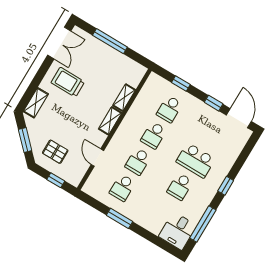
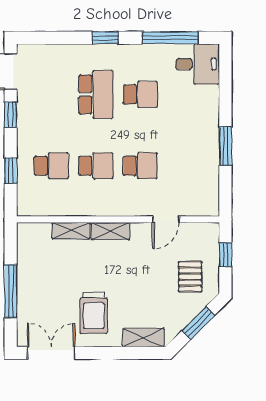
school desk: (122, 188) -> (185, 166), removed

